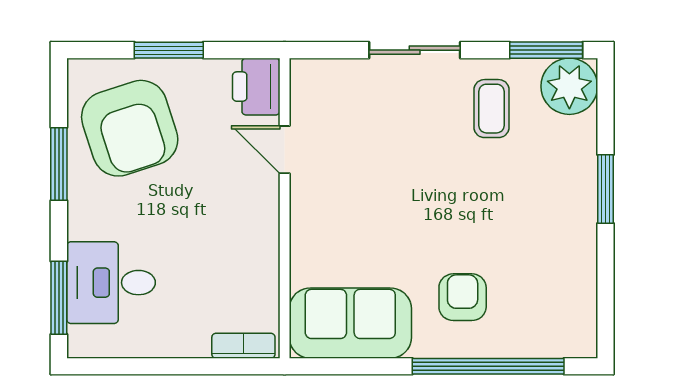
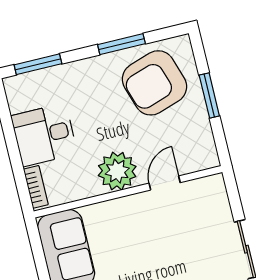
printer: (256, 87) -> (200, 156), removed
plant: (249, 217) -> (117, 171), added
desk: (111, 283) -> (44, 135), moved, turned -90

